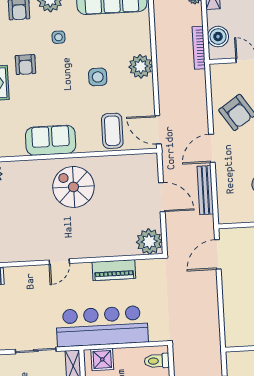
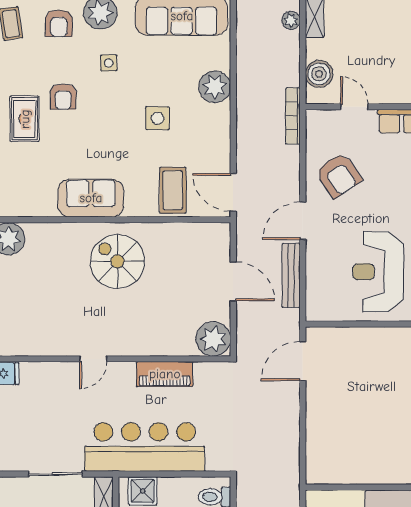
bookcase: (199, 48) -> (293, 116), moved
plant: (141, 66) -> (215, 87), moved

